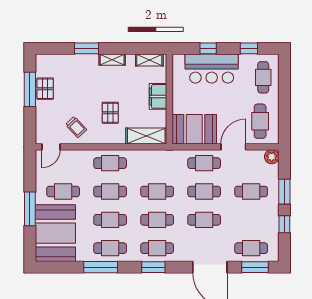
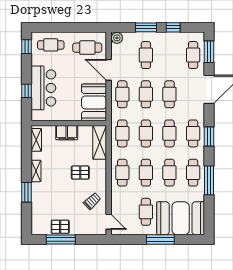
window: (249, 48) -> (27, 47), moved
cafe table: (157, 163) -> (122, 133), added

